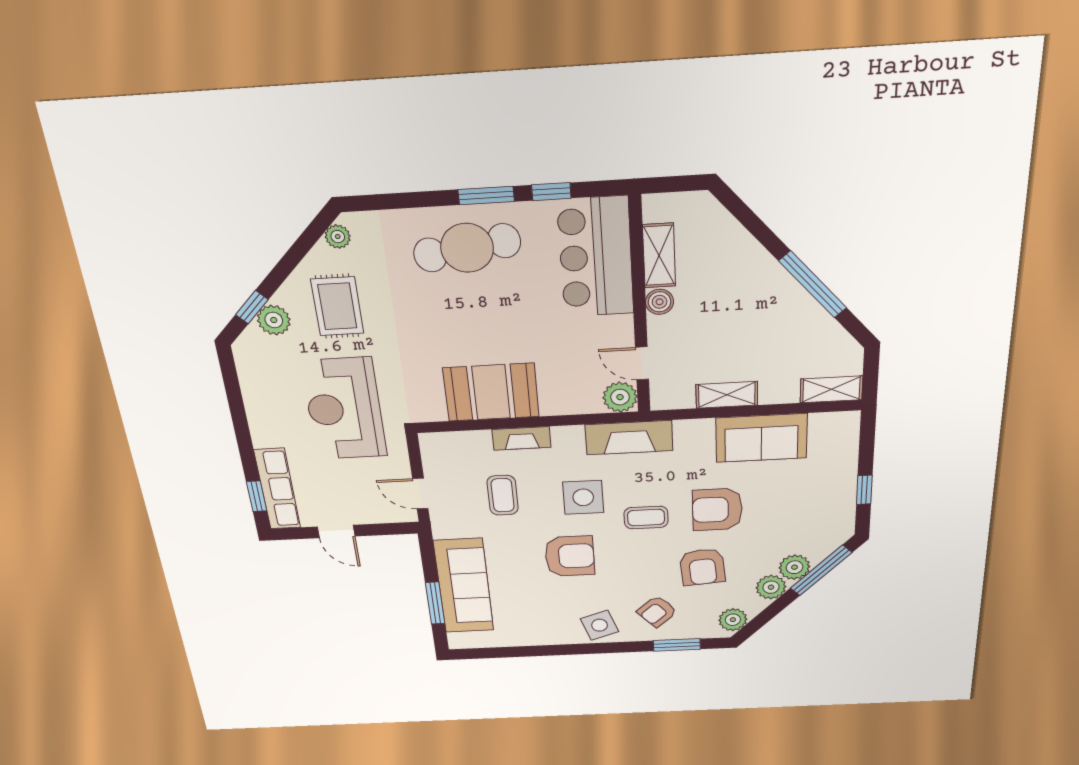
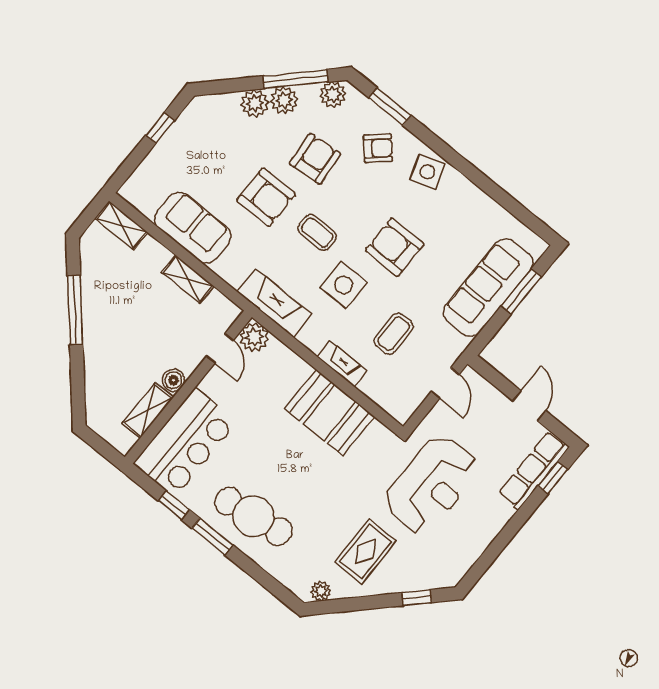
plant: (274, 320) -> (412, 578), removed
window: (821, 570) -> (296, 79), moved

